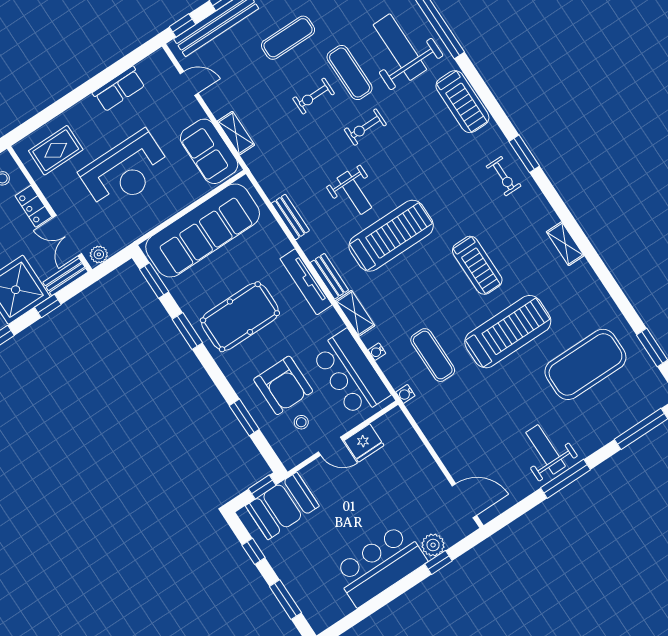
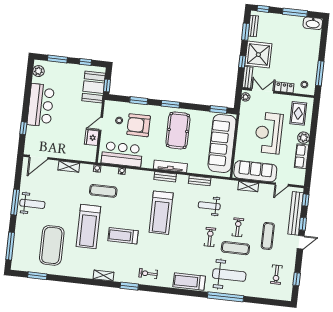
plant: (87, 110) -> (304, 138), added
sofa: (209, 151) -> (255, 171), width x1.36
window: (524, 154) -> (129, 286), moved
weight bench: (354, 193) -> (209, 206), moved
shelving: (355, 313) -> (69, 167), moved
window: (187, 331) -> (170, 104), moved
plant: (433, 545) -> (38, 71), moved

